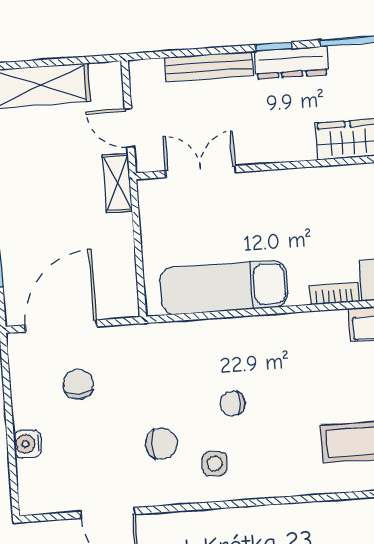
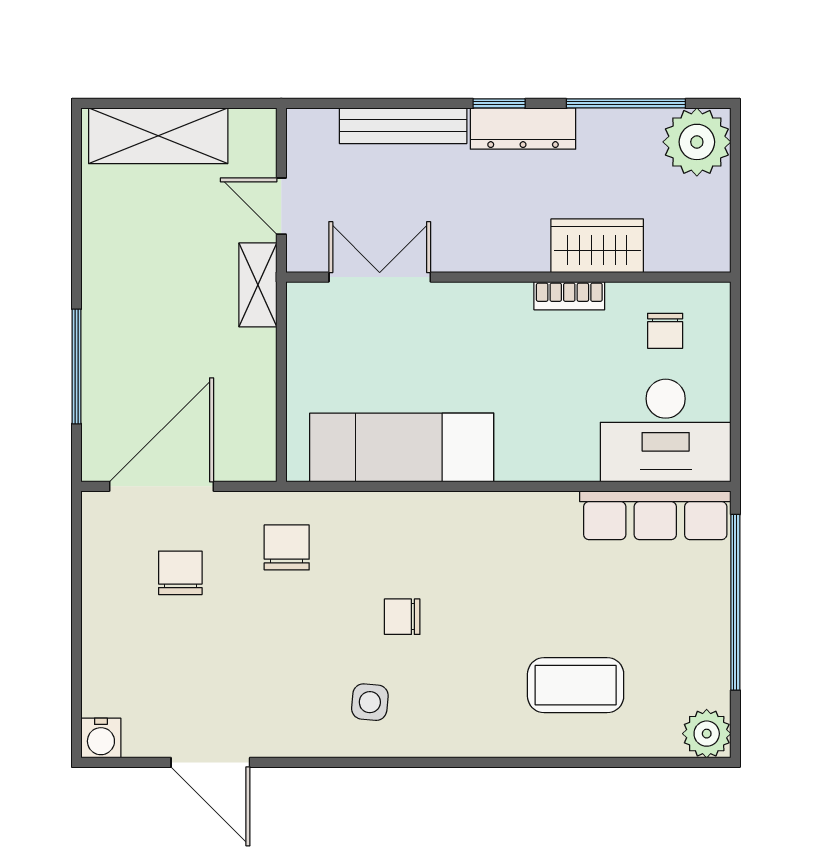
bookcase: (334, 293) -> (569, 296), moved, turned 180
water cooler: (28, 444) -> (101, 738), moved, turned -90
chair: (161, 444) -> (287, 547), moved, turned -90

